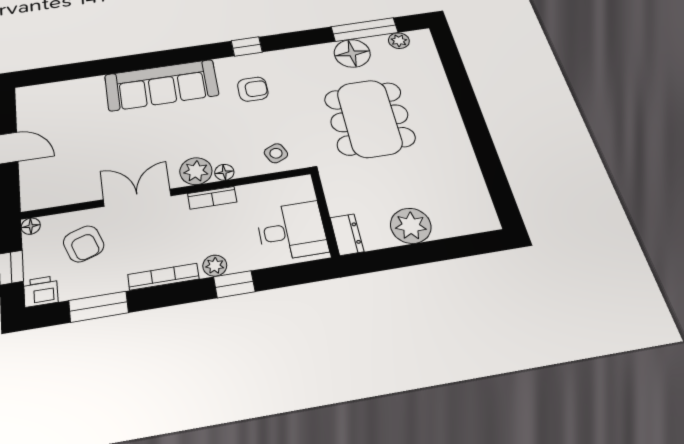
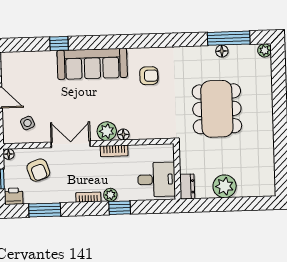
plant: (399, 41) -> (265, 50), moved
window: (247, 46) -> (59, 44), moved
floor lamp: (352, 53) -> (222, 51), width x0.53, depth x0.53
side table: (276, 153) -> (27, 123), moved
bookcase: (163, 277) -> (88, 197), width x0.64

